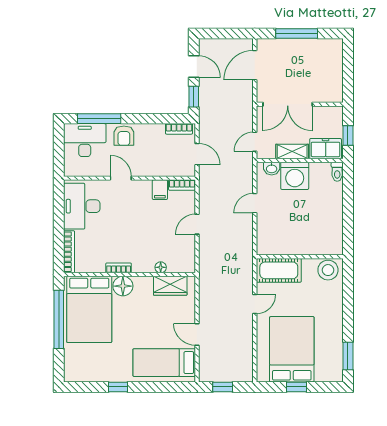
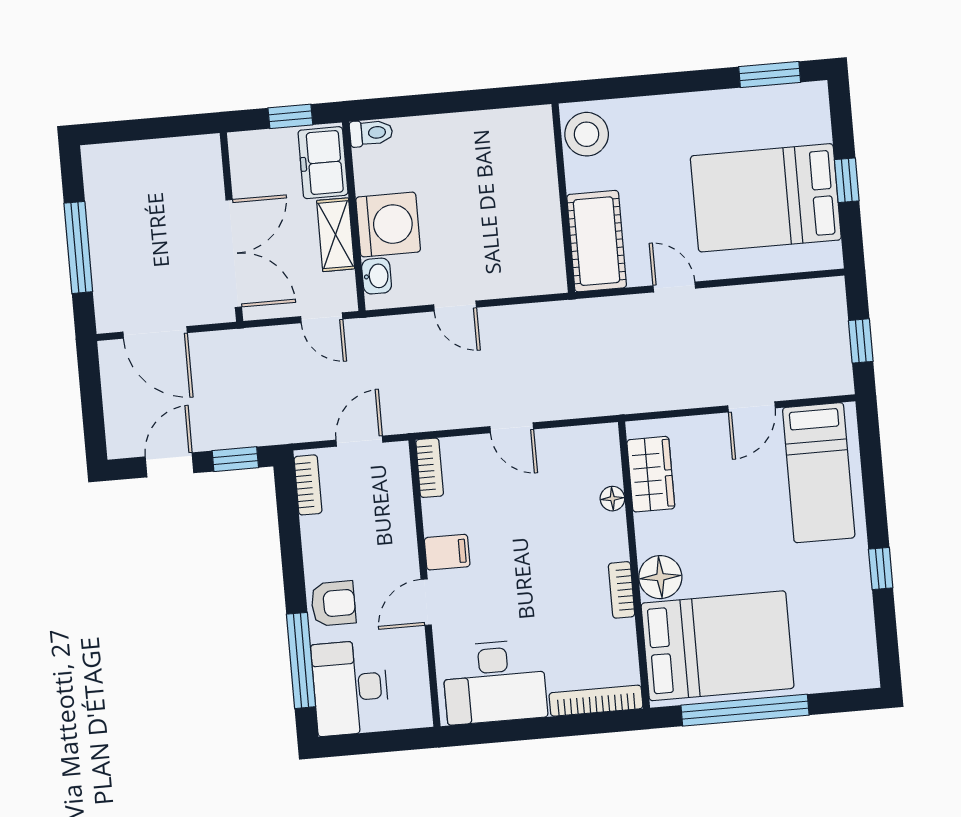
filing cabinet: (160, 190) -> (447, 552), moved

